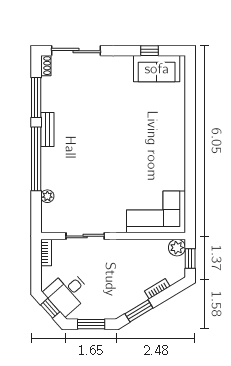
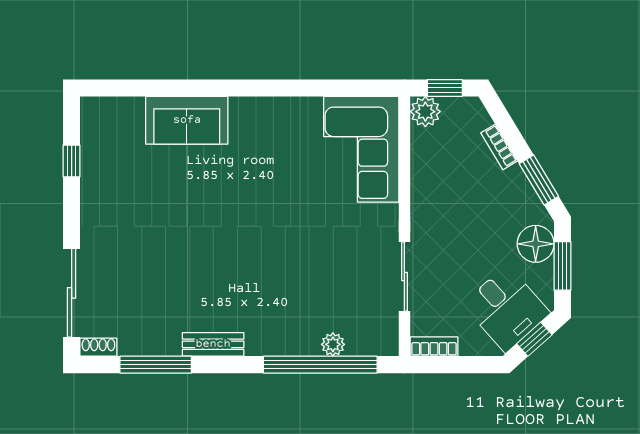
sofa: (157, 69) -> (187, 120), moved, turned 90
window: (36, 159) -> (320, 365), moved
floor lamp: (103, 309) -> (536, 244), added

